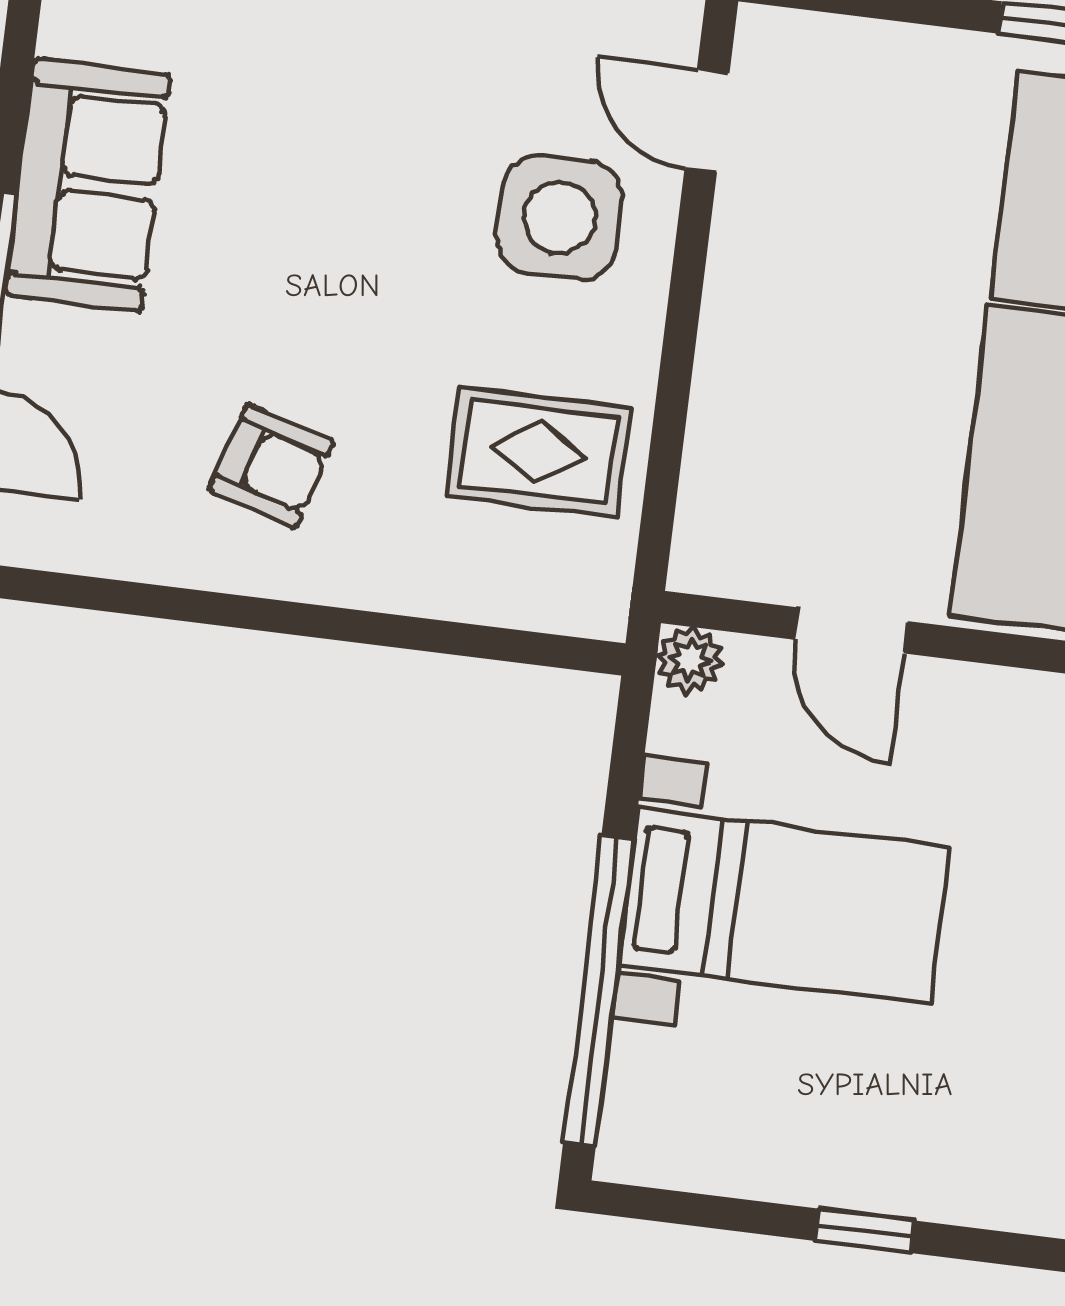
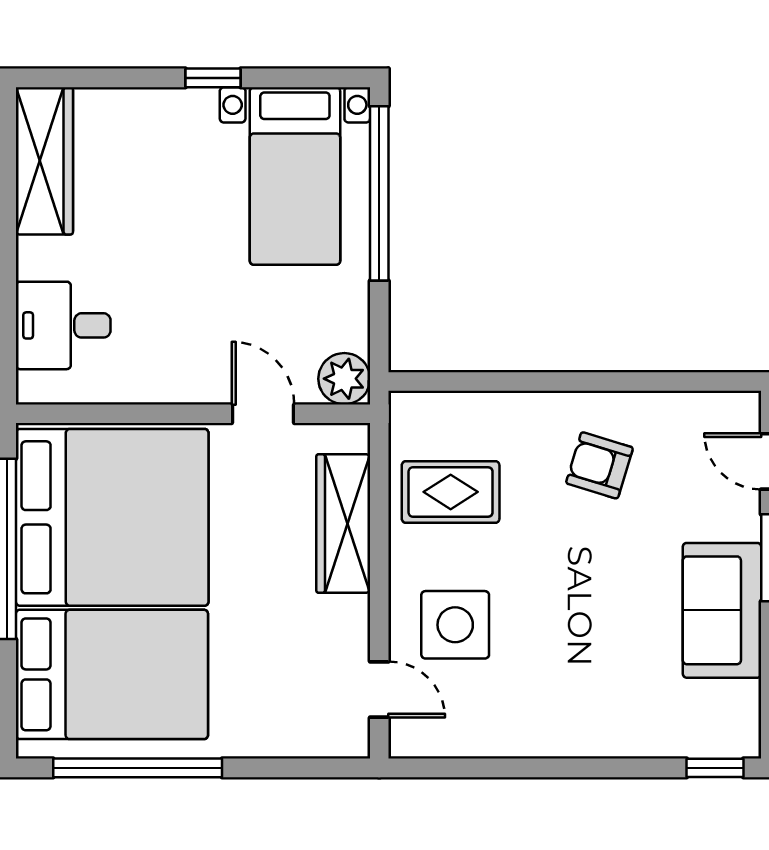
wardrobe: (734, 420) -> (343, 523), added
plant: (690, 660) -> (344, 379), width x1.38, depth x1.38
bed with nightstands: (784, 905) -> (295, 176), moved, turned -90

